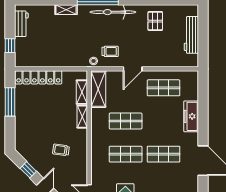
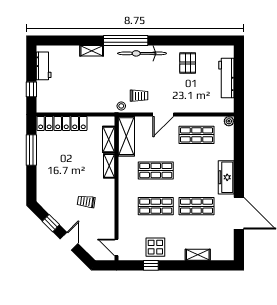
plant: (194, 75) -> (229, 121), added
freezer: (191, 116) -> (226, 177), moved

